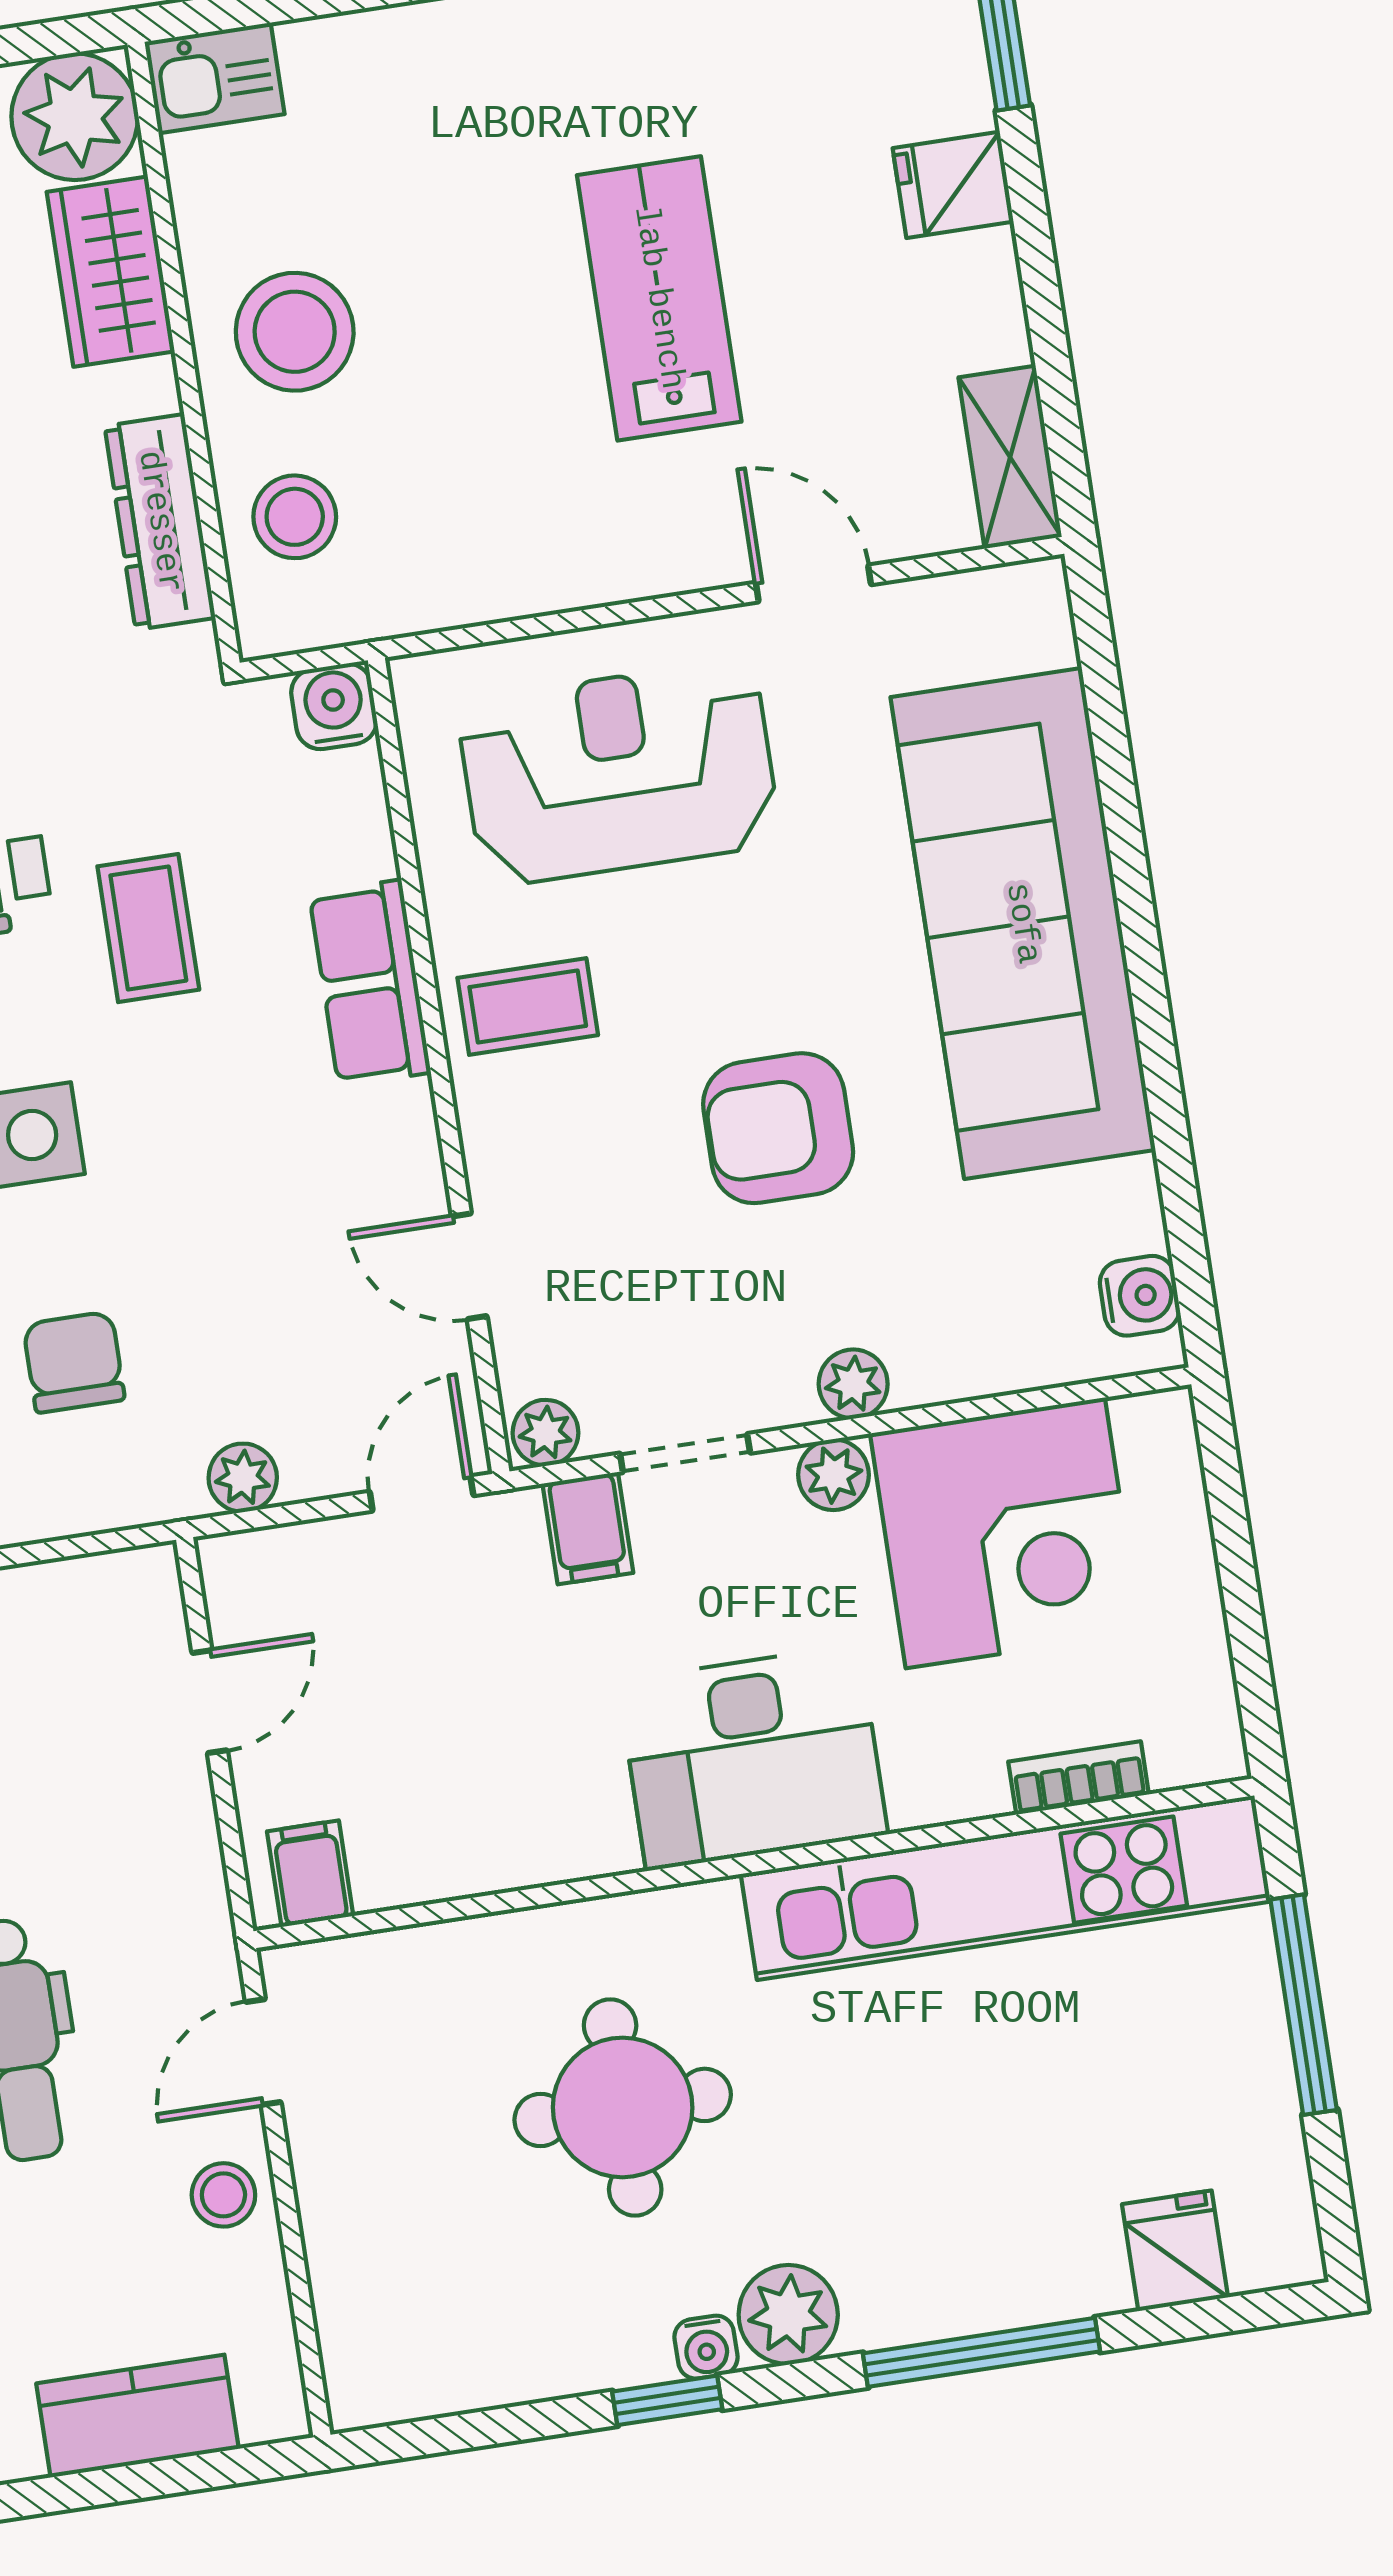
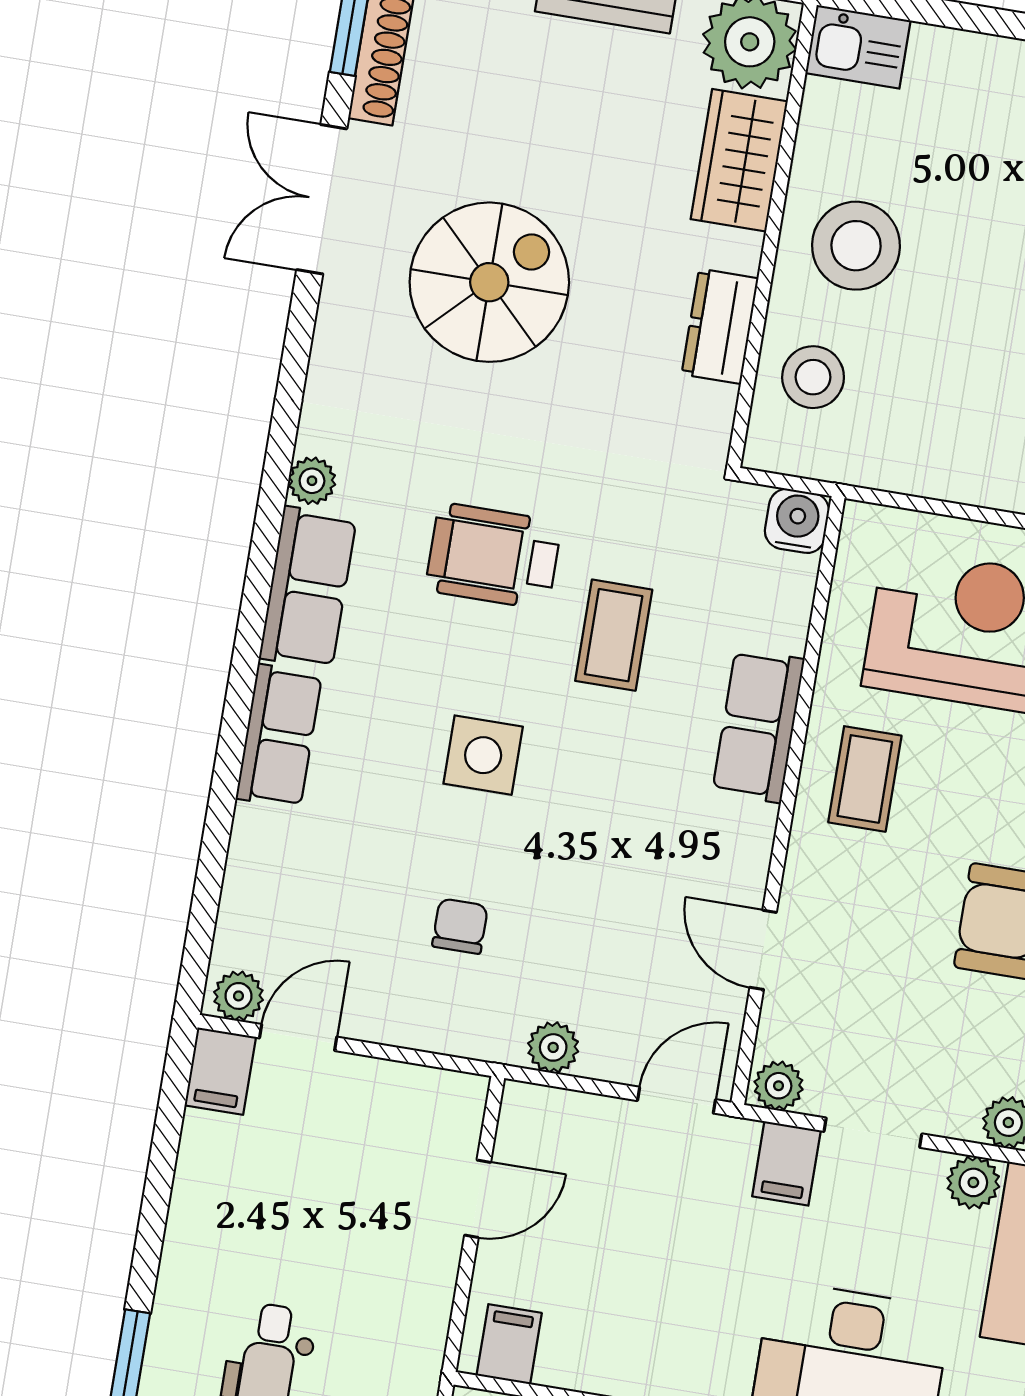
dresser: (160, 522) -> (720, 326), width x0.70
coffee table: (528, 1007) -> (865, 779), turned 90
chair: (74, 1362) -> (460, 926), width x0.73, depth x0.73

